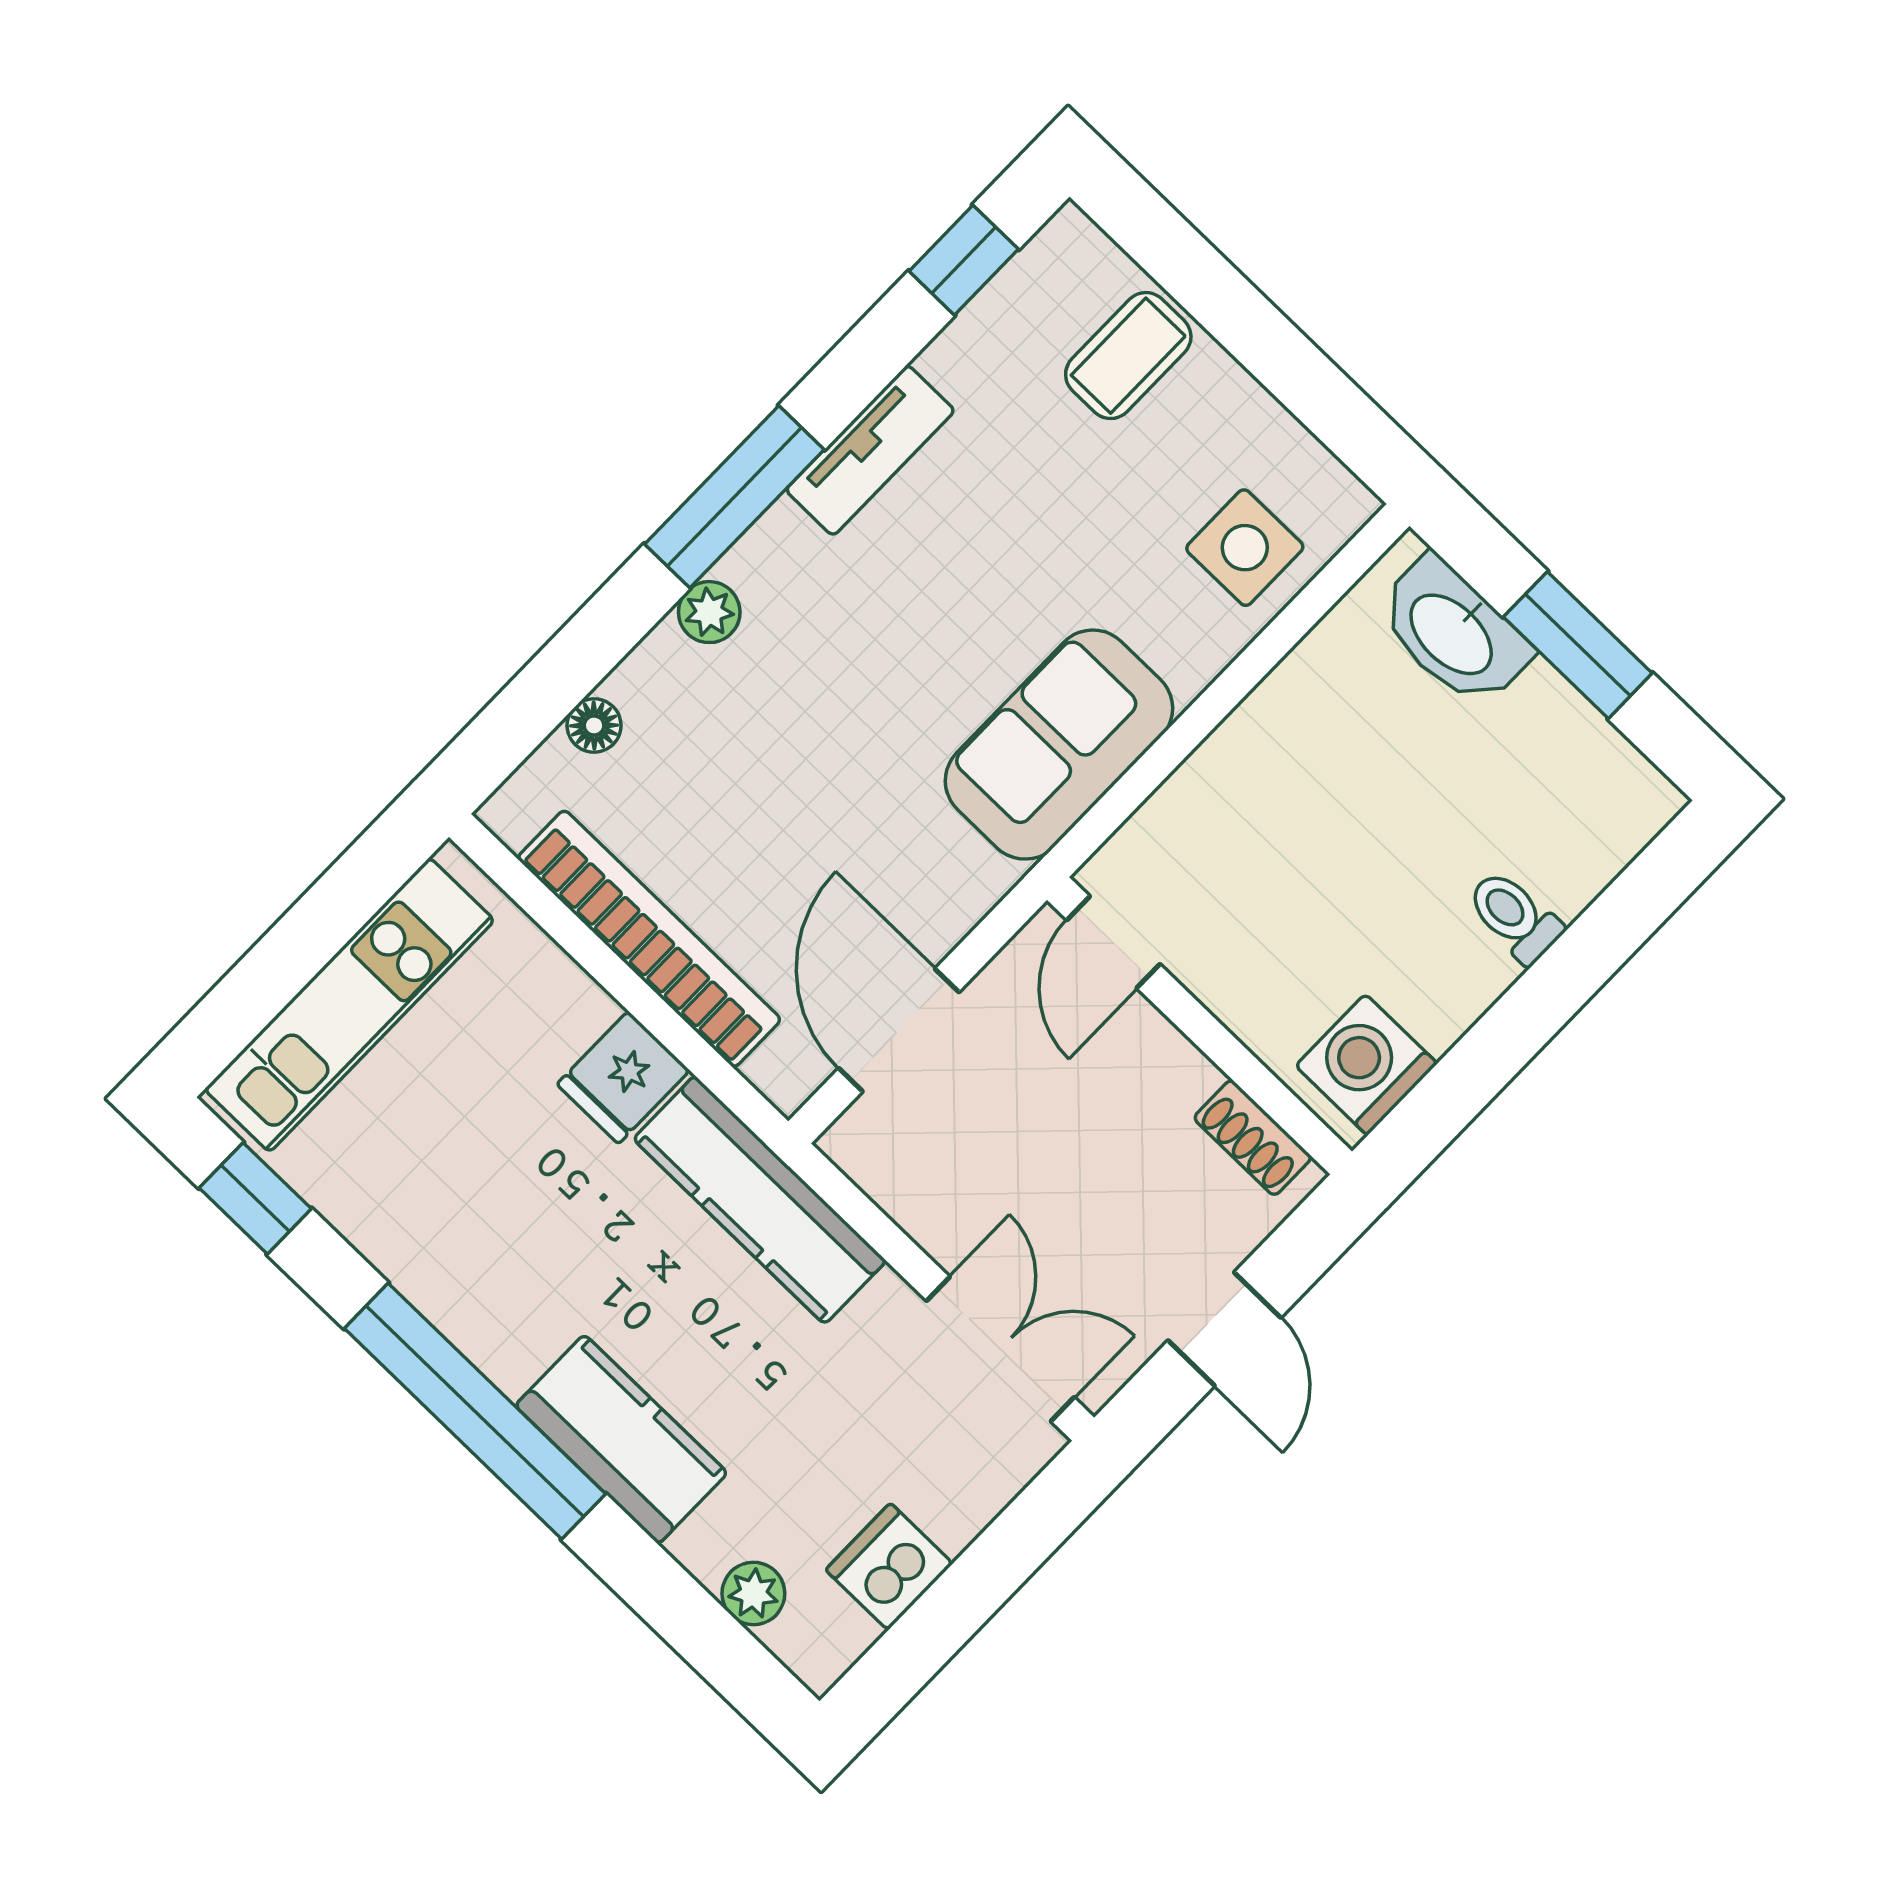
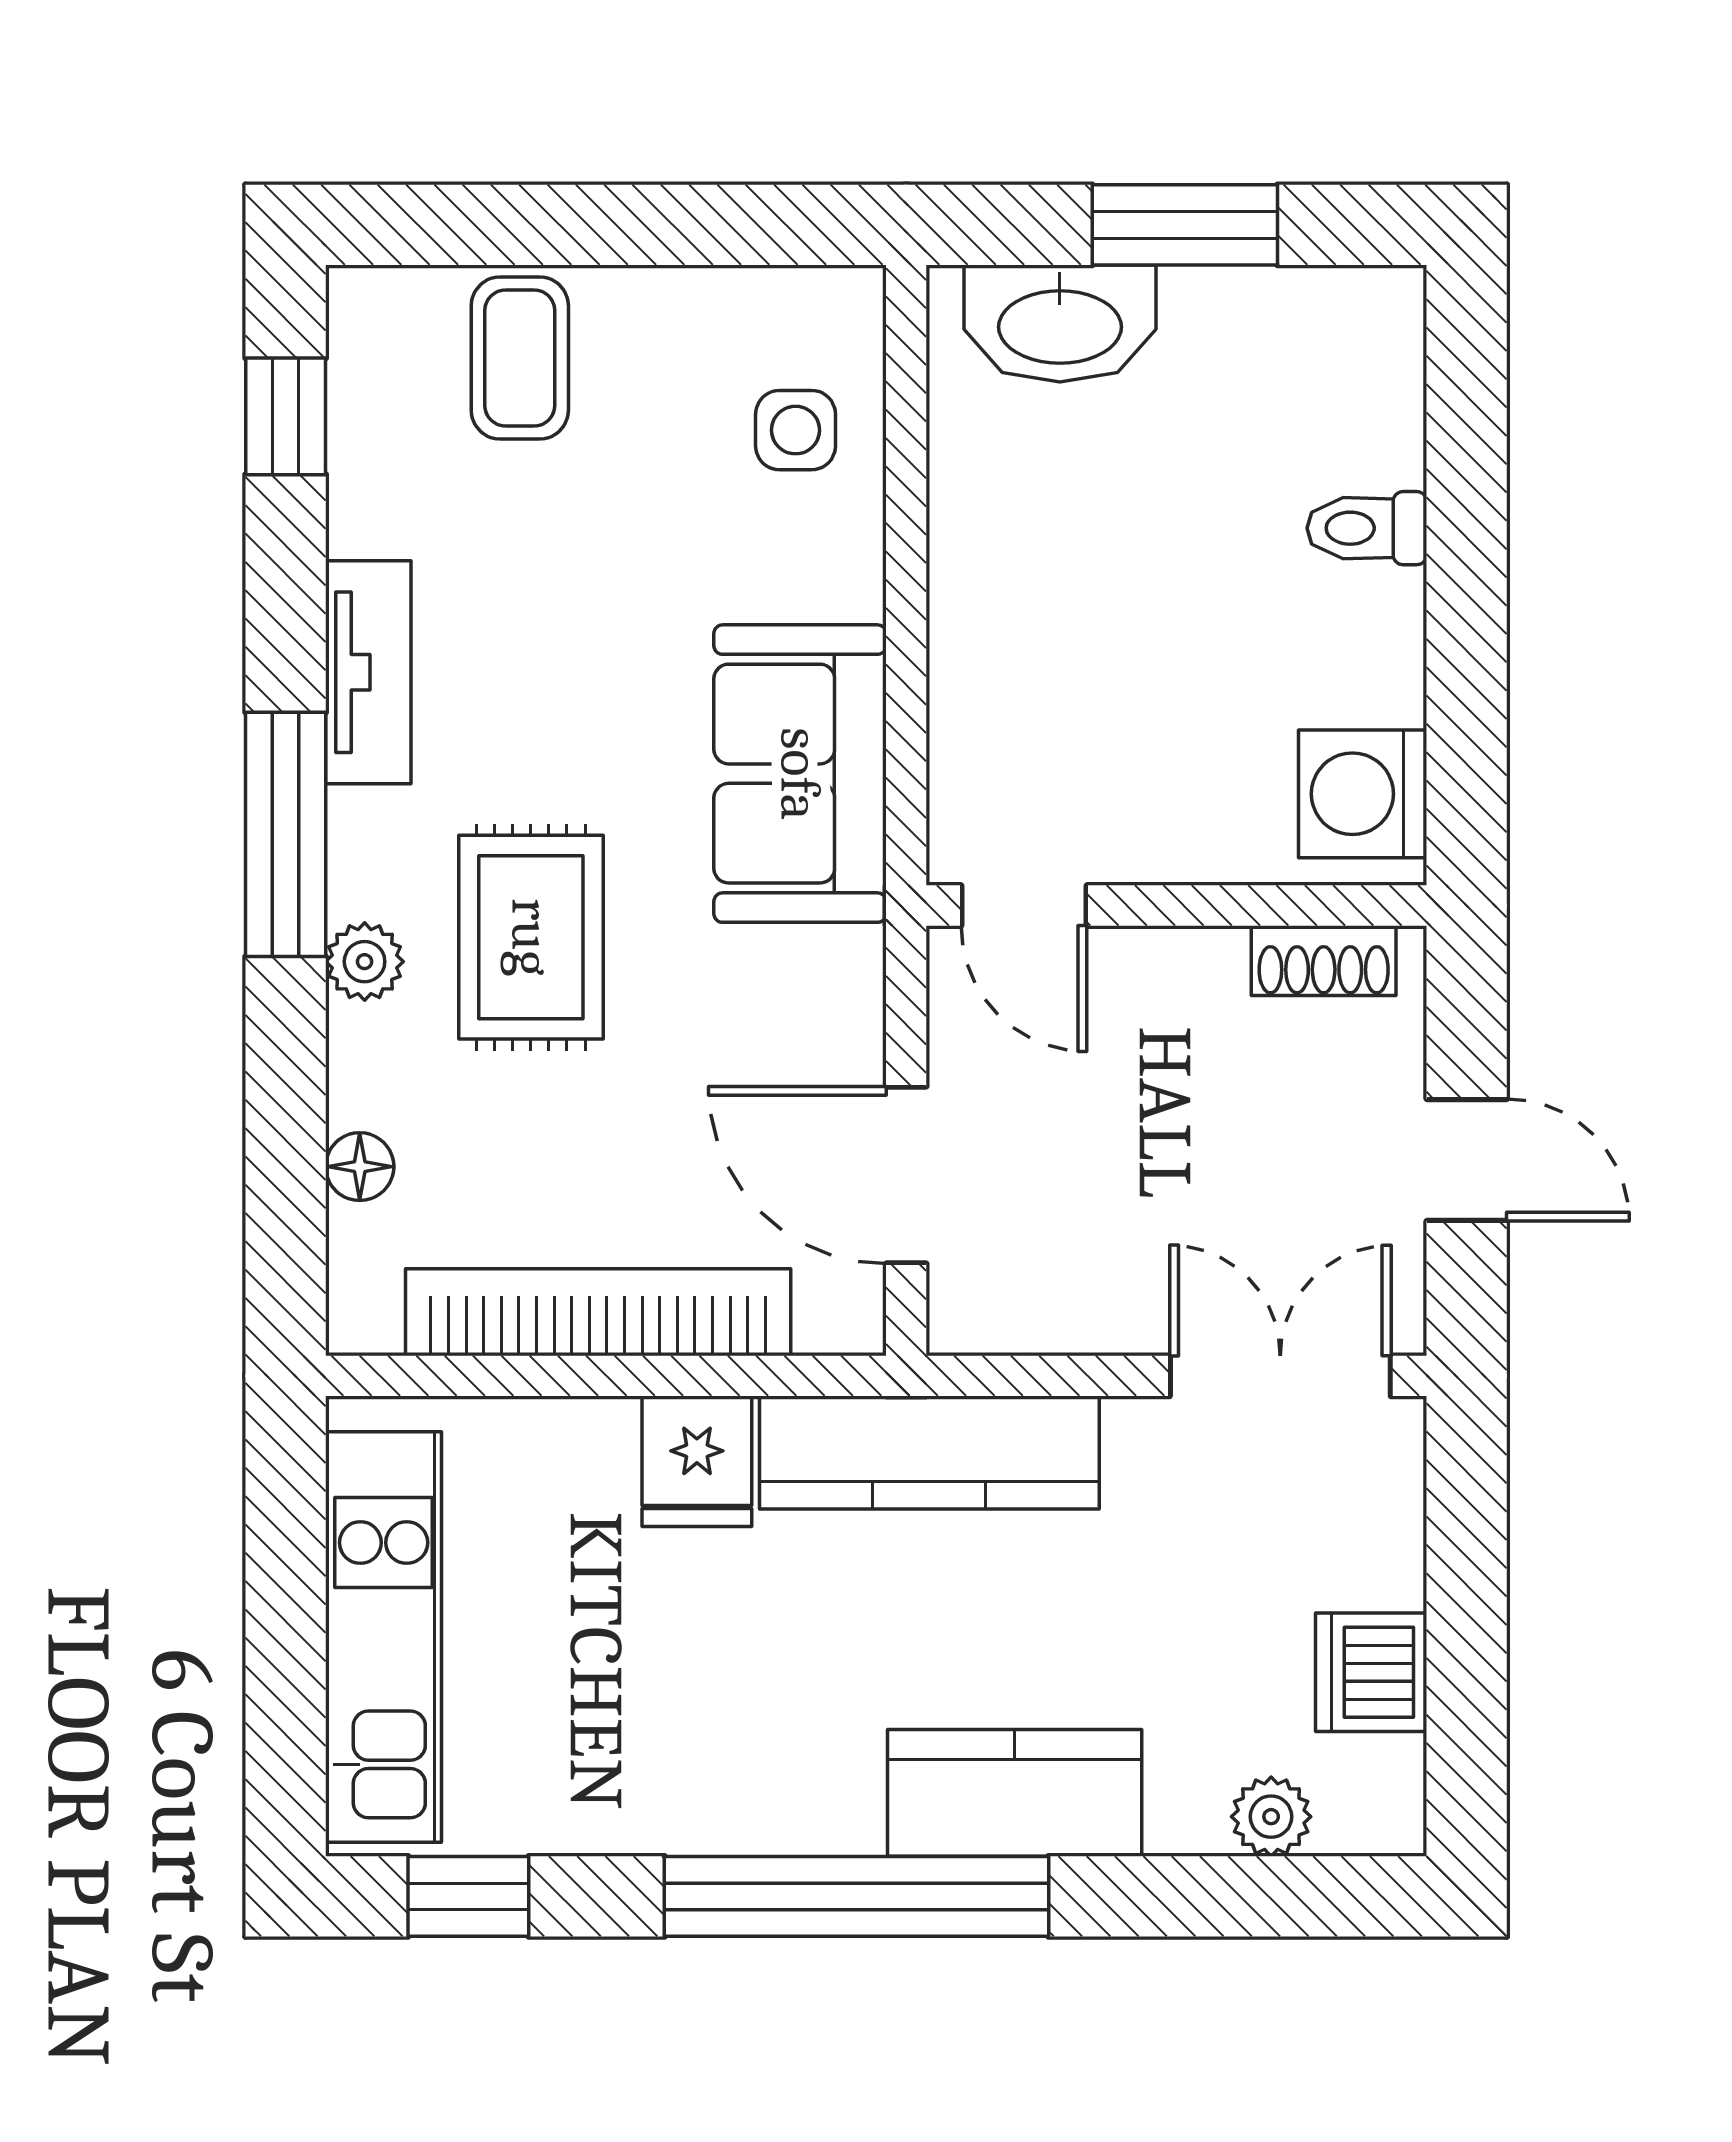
side table: (1245, 548) -> (796, 430), width x0.73, depth x0.73
rug: (817, 690) -> (531, 937), added

